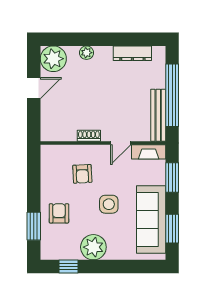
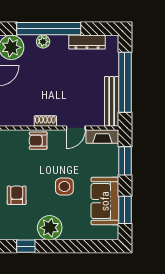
window: (92, 39) -> (49, 29), added
armchair: (82, 174) -> (38, 141), moved, turned 93
sofa: (151, 219) -> (105, 201), width x0.73

